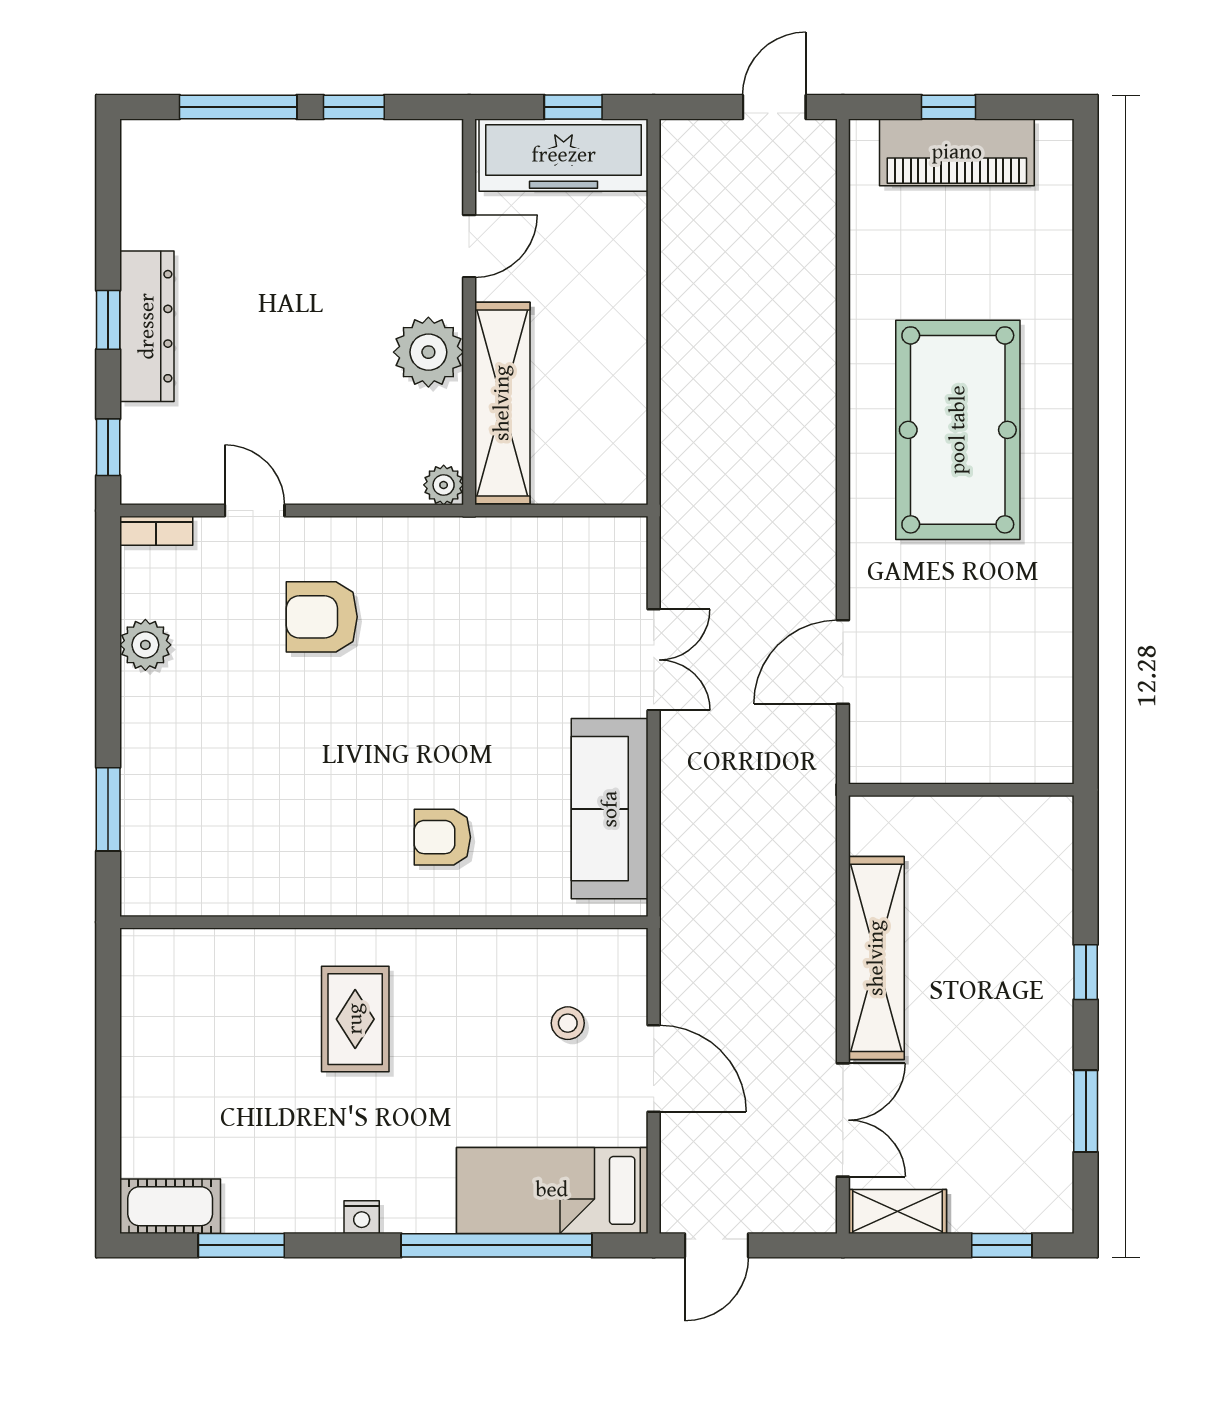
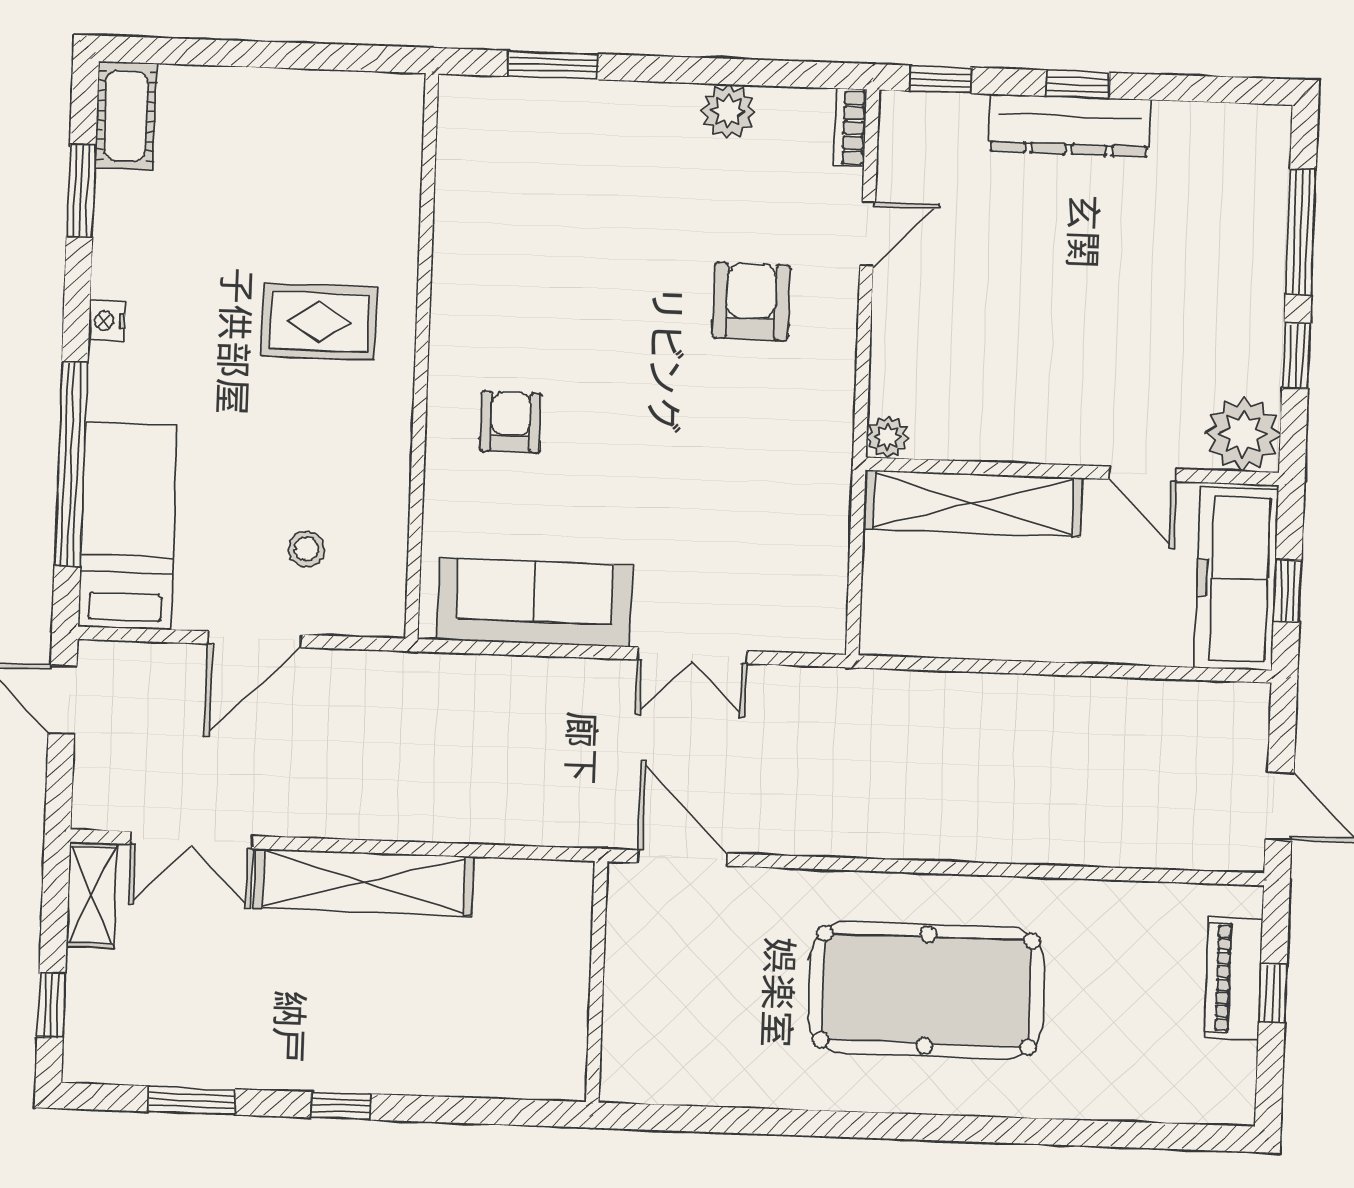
piano: (957, 152) -> (1234, 978), width x0.73, depth x0.75
plant: (428, 352) -> (1243, 434), moved
wall: (961, 790) -> (597, 982), moved

